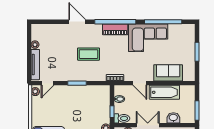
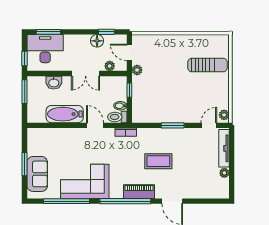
piano: (115, 29) -> (139, 192), moved
sofa: (168, 73) -> (37, 174), moved, turned -90
toilet: (122, 118) -> (117, 117), moved

